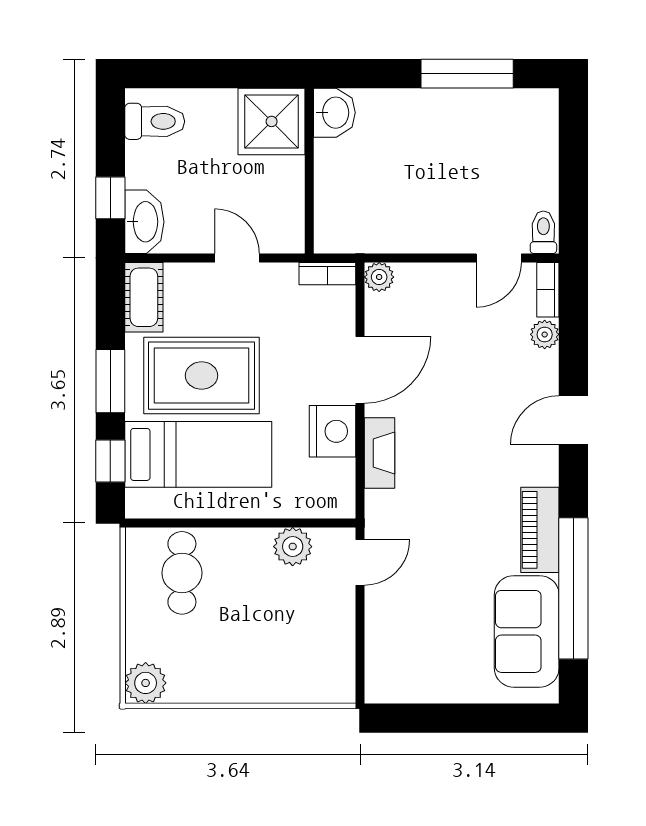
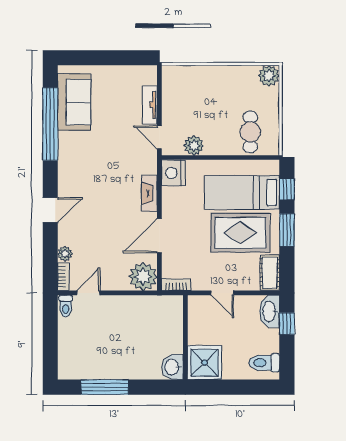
plant: (379, 277) -> (143, 277), width x1.87, depth x1.87
nightstand: (333, 431) -> (173, 173), moved
piano: (540, 530) -> (67, 154), removed
door: (360, 562) -> (159, 137), hinge flipped
tv unit: (379, 626) -> (150, 105), added

